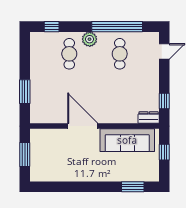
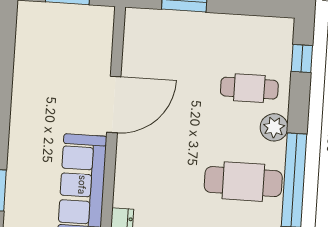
cafe table: (120, 54) -> (243, 182), width x1.37, depth x1.35

